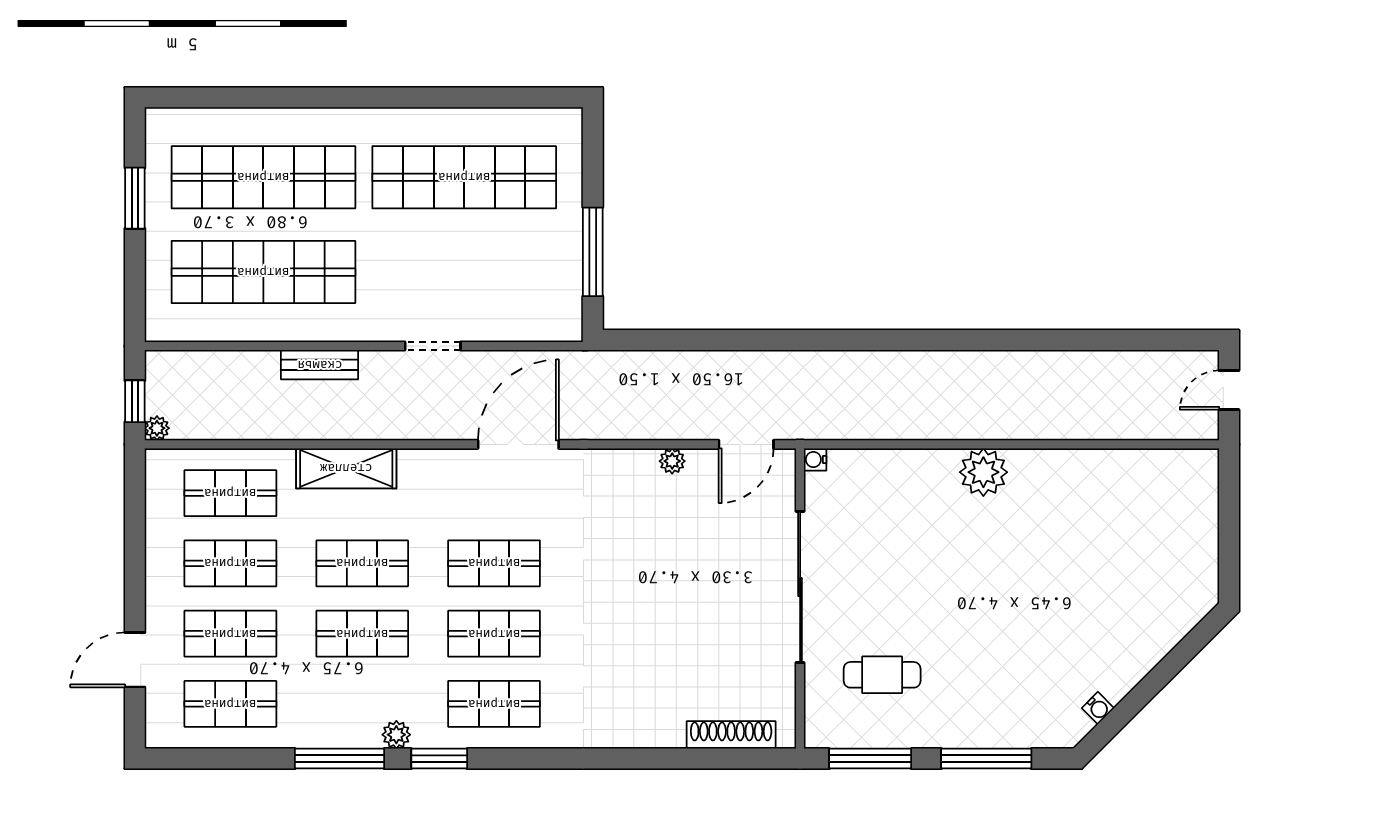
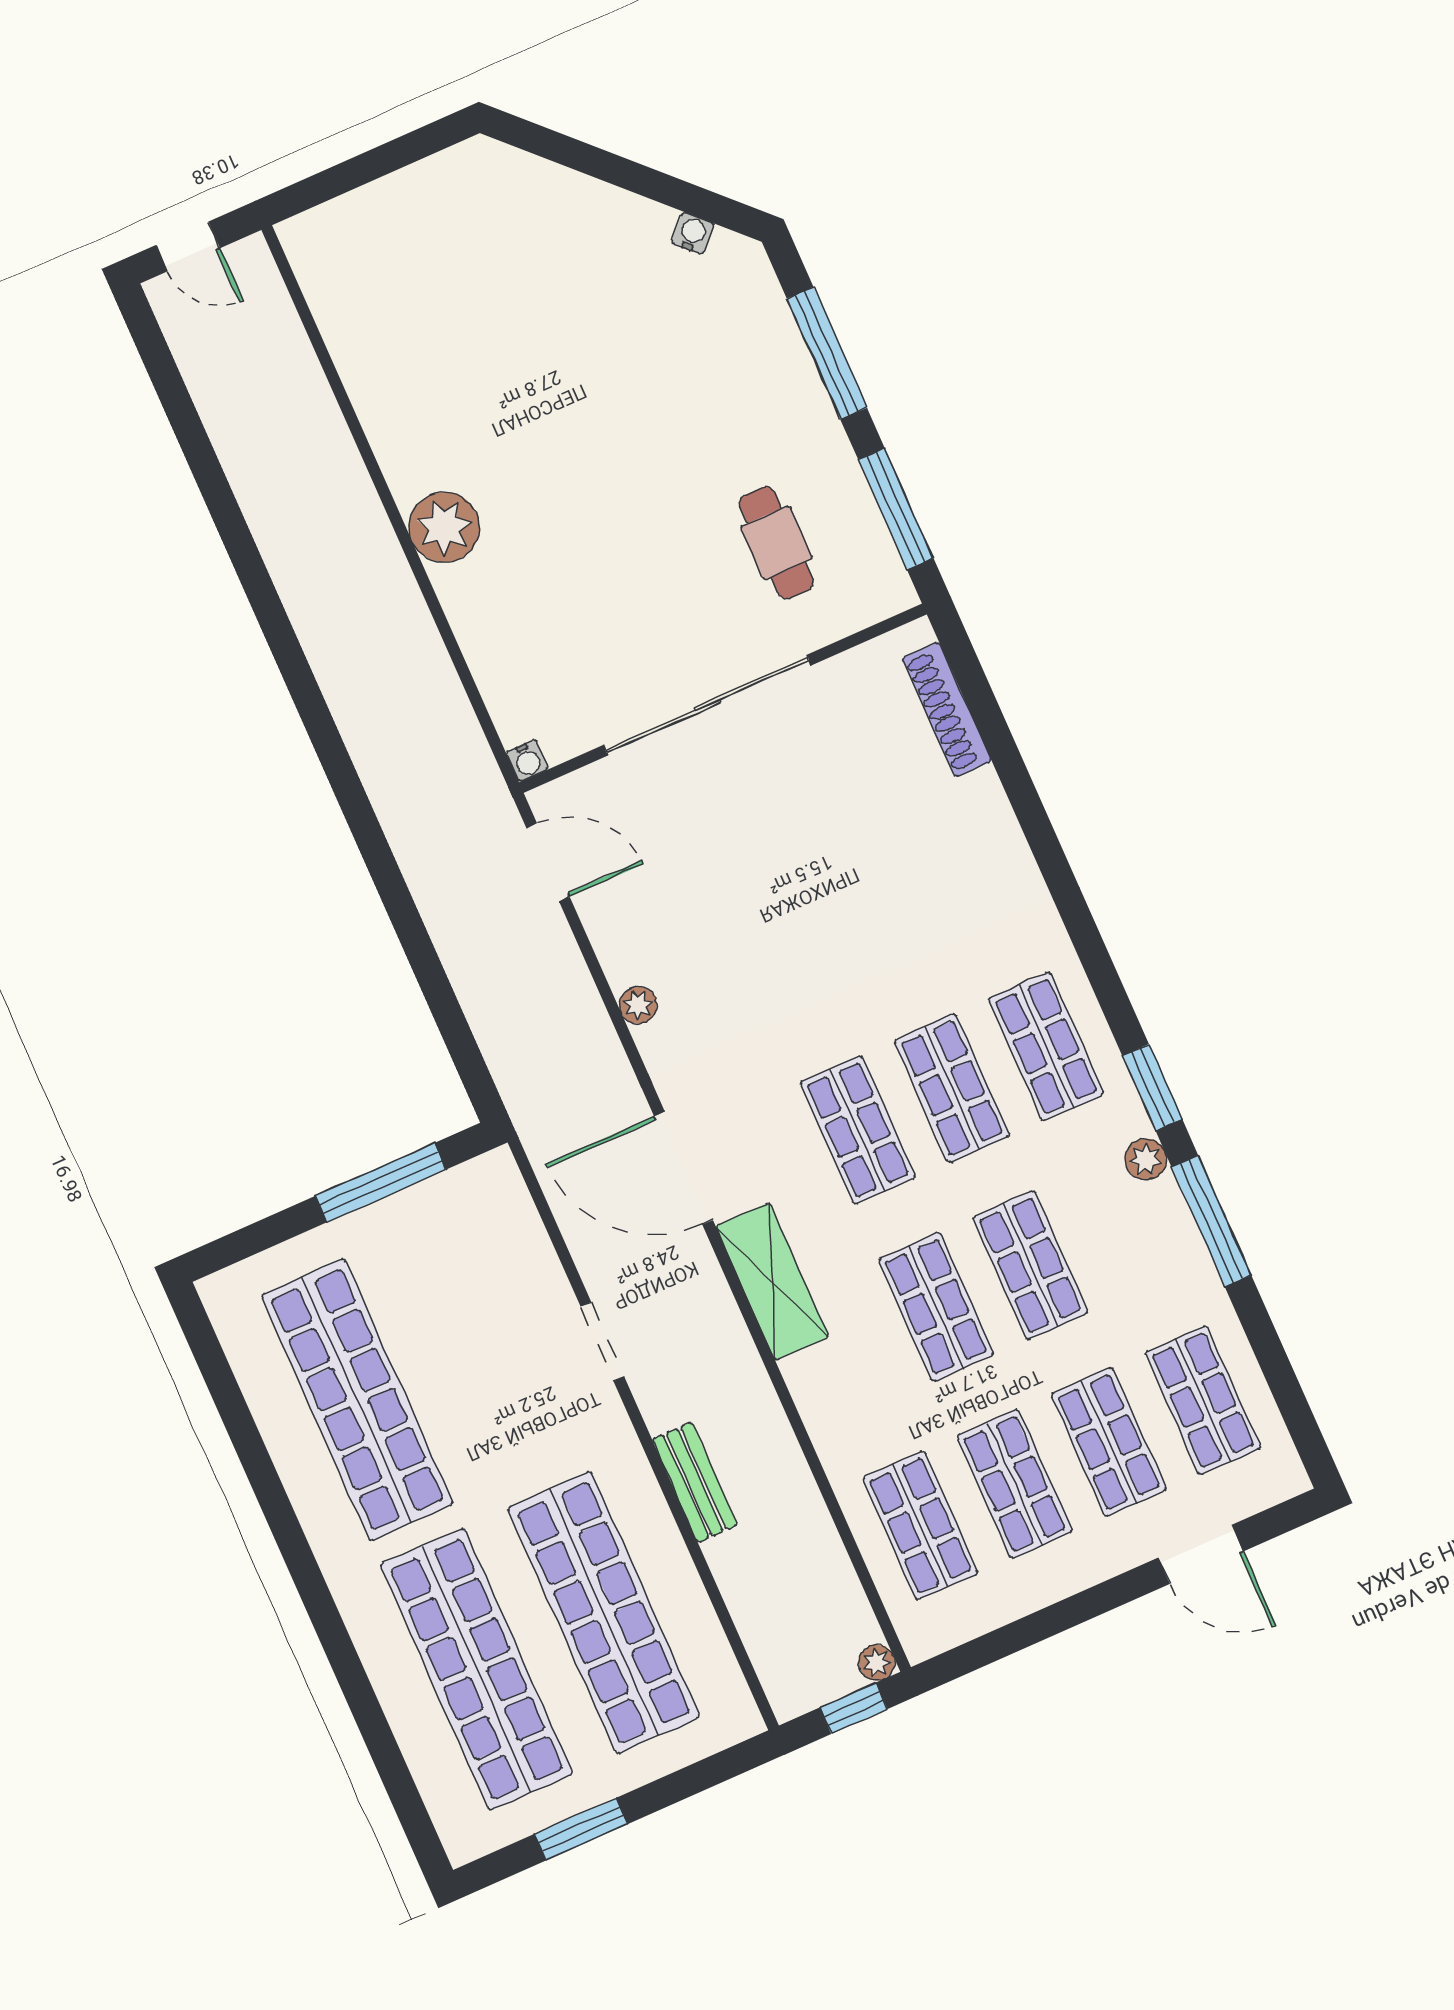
plant: (672, 461) -> (638, 1005), moved
shelving: (346, 468) -> (772, 1282), moved

